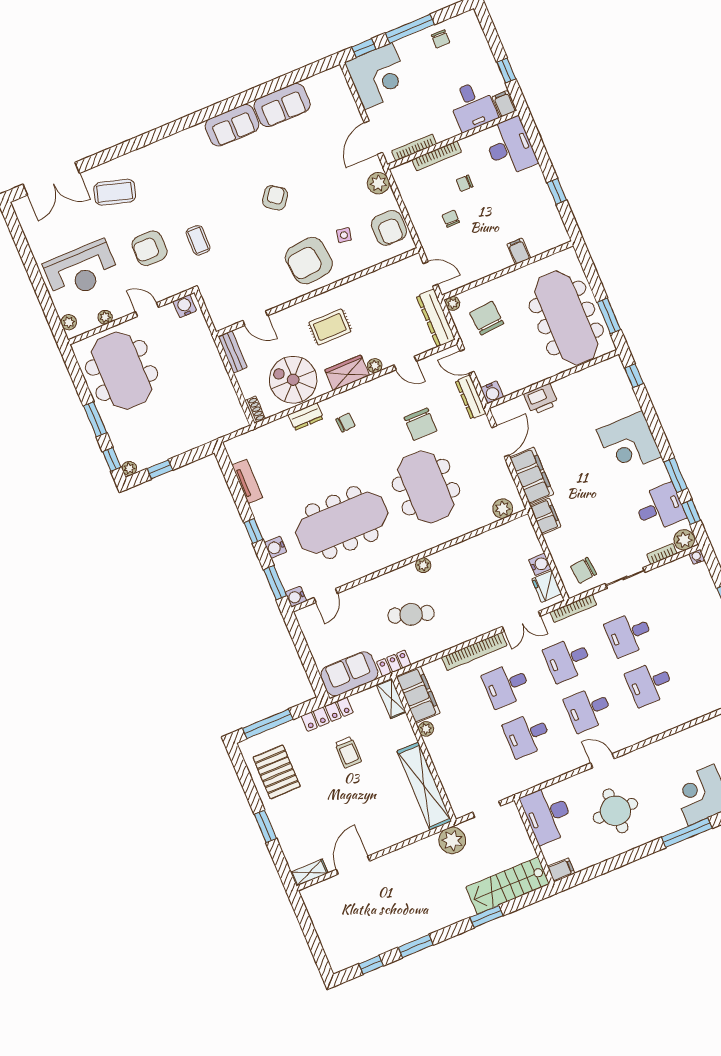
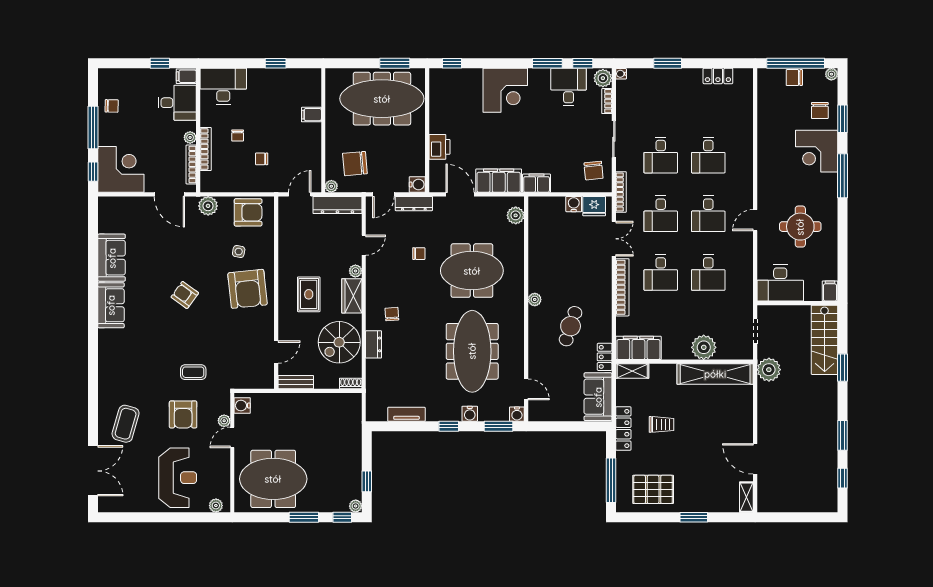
plant: (442, 135) -> (190, 137), added
plant: (105, 317) -> (224, 421), moved
chair: (421, 424) -> (419, 254), width x0.54, depth x0.54
plant: (426, 729) -> (704, 347), moved, width x1.87, depth x1.87

